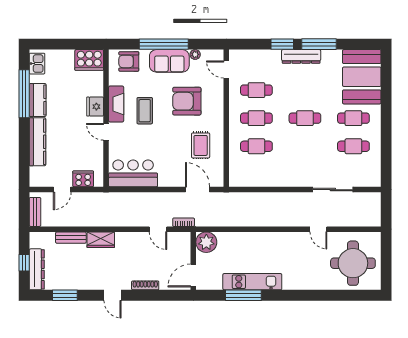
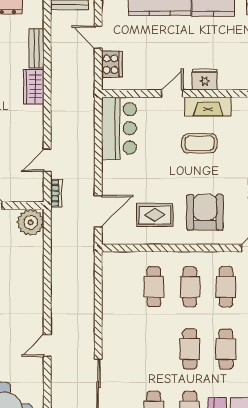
cafe table: (305, 90) -> (226, 349), added
armchair: (187, 101) -> (205, 212), moved
door: (318, 229) -> (47, 345), moved

